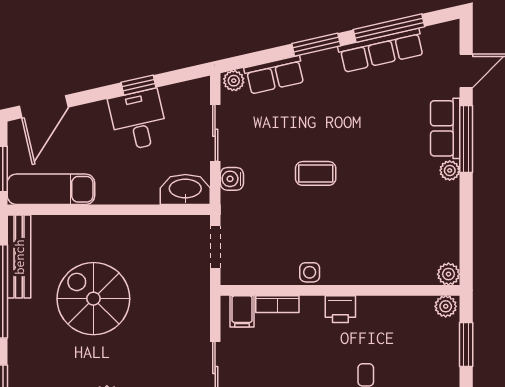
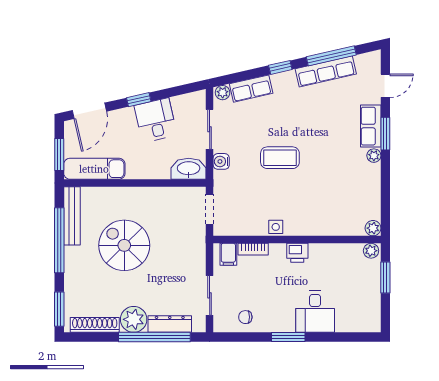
window: (316, 45) -> (280, 67), width x0.67
window: (138, 85) -> (139, 100), moved
window: (466, 139) -> (385, 134), width x0.69
coffee table: (316, 173) -> (280, 158), width x1.36, depth x1.30

